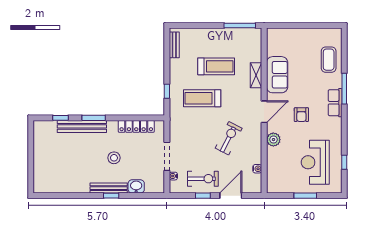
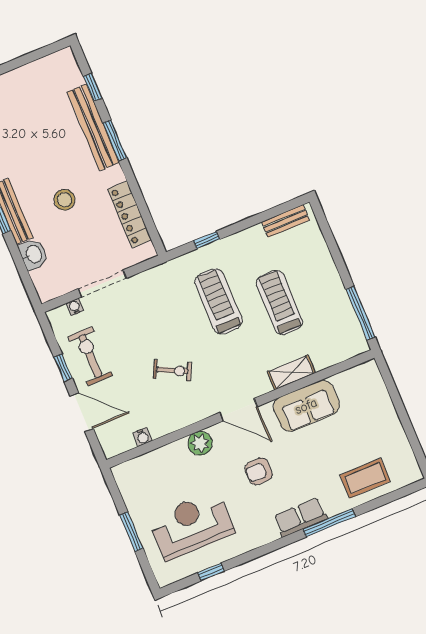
treadmill: (216, 66) -> (279, 302), turned 180
exercise bike: (229, 138) -> (172, 370), width x0.73, depth x0.72
exercise bike: (203, 179) -> (90, 356), turned 180

